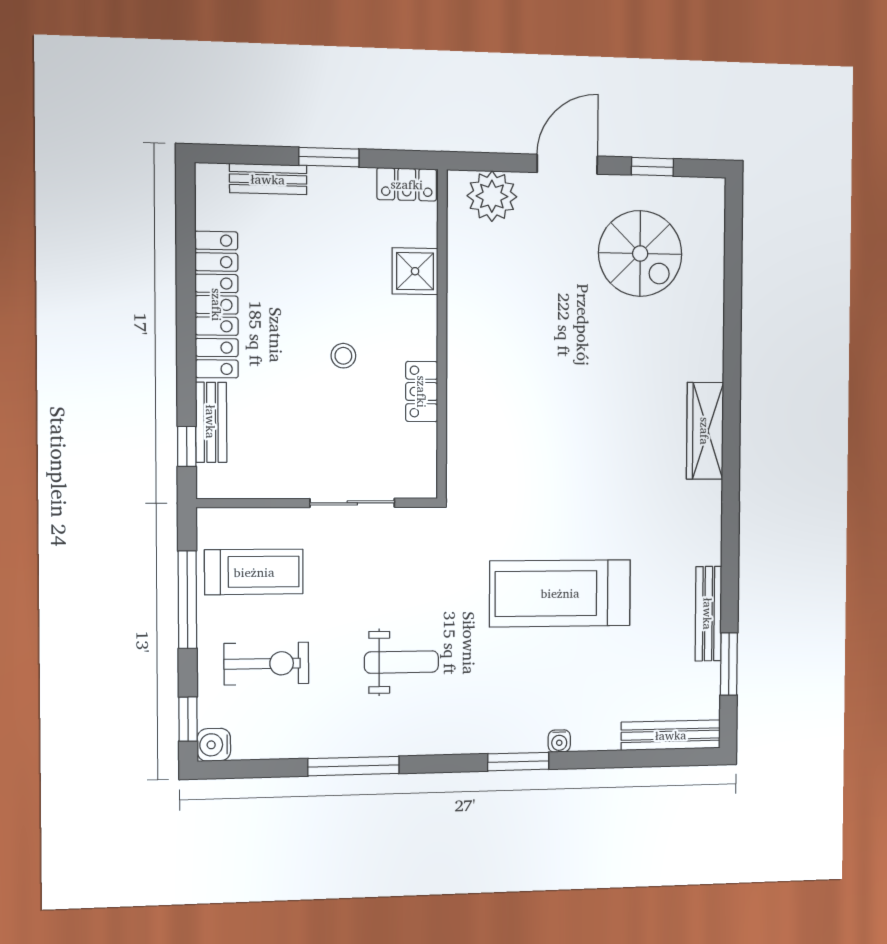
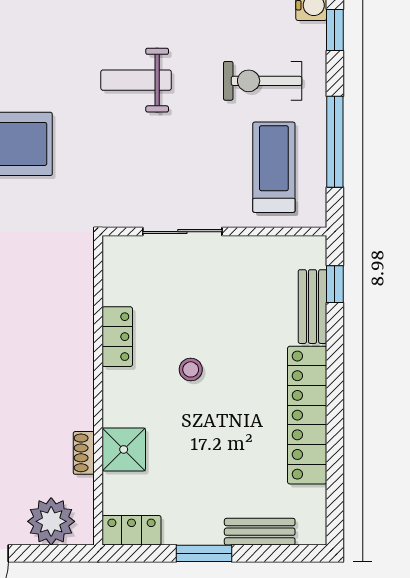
shoe rack: (457, 268) -> (84, 453), added
treadmill: (254, 572) -> (274, 167), turned 90

